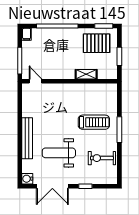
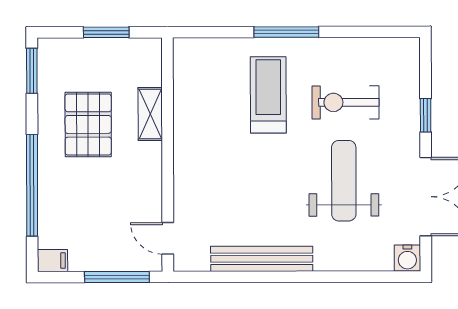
pallet: (97, 43) -> (88, 124), moved
door: (36, 81) -> (168, 238), hinge flipped
bench: (27, 138) -> (262, 259), moved
weight bench: (59, 153) -> (344, 181), turned 180
exercise bike: (102, 158) -> (345, 102), moved, turned 90

